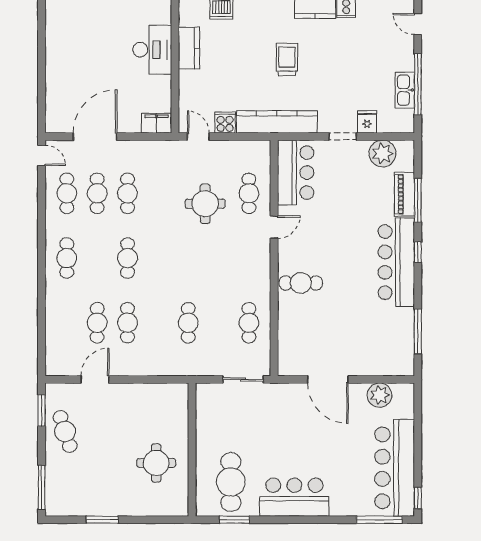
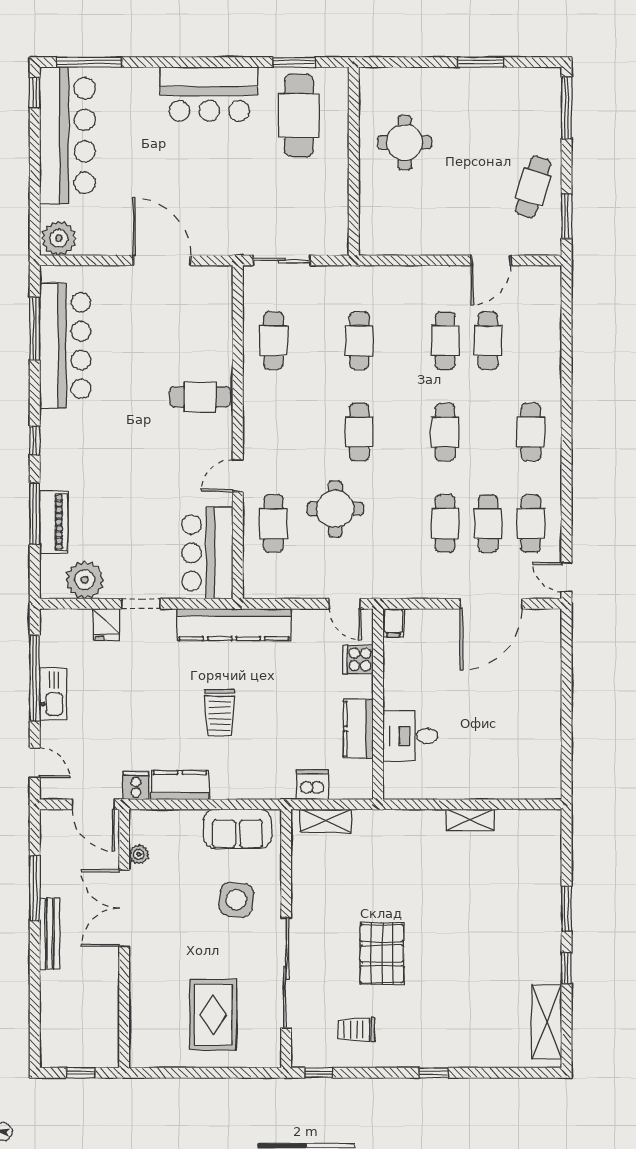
desk: (152, 50) -> (410, 736), width x0.73
kitchen sink: (405, 90) -> (53, 694), moved
filing cabinet: (157, 123) -> (393, 623), width x0.50
cooker: (225, 123) -> (358, 659), moved, turned 90
cafe table: (188, 258) -> (359, 432), added
bar counter: (396, 262) -> (65, 346), moved
plant: (380, 395) -> (59, 238), moved
cafe table: (65, 431) -> (533, 187), turned 35

